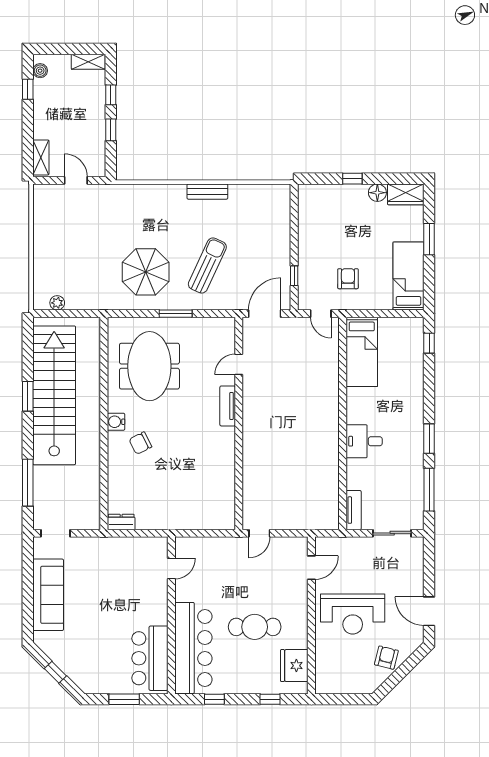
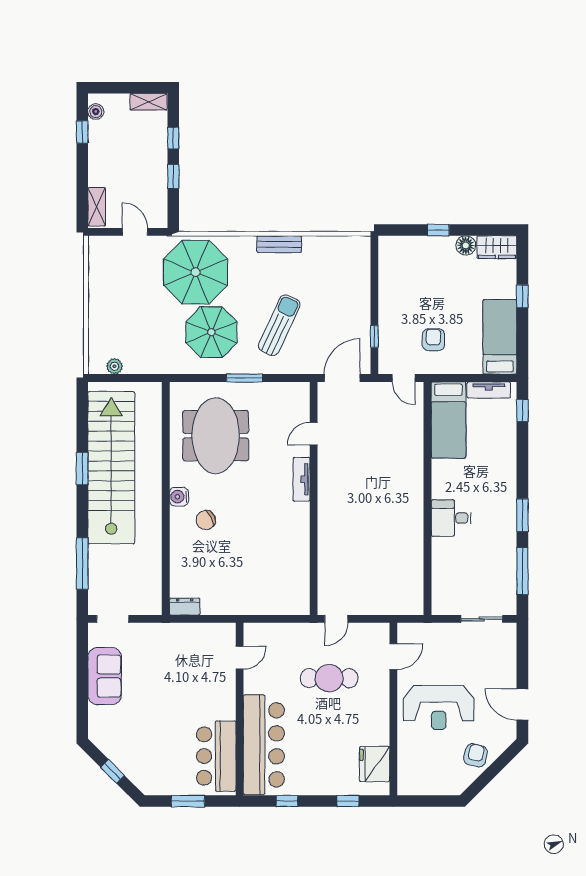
parasol: (131, 217) -> (196, 272), added
window: (429, 239) -> (522, 296), width x0.67
tv unit: (354, 510) -> (489, 390), moved, turned 90
sofa: (48, 595) -> (105, 676), width x0.73
cafe table: (255, 627) -> (329, 678), moved

